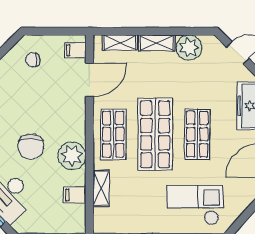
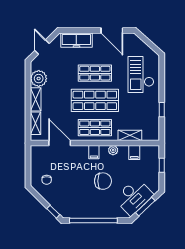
filing cabinet: (75, 50) -> (94, 152), moved
plant: (72, 156) -> (113, 150), width x0.53, depth x0.53

